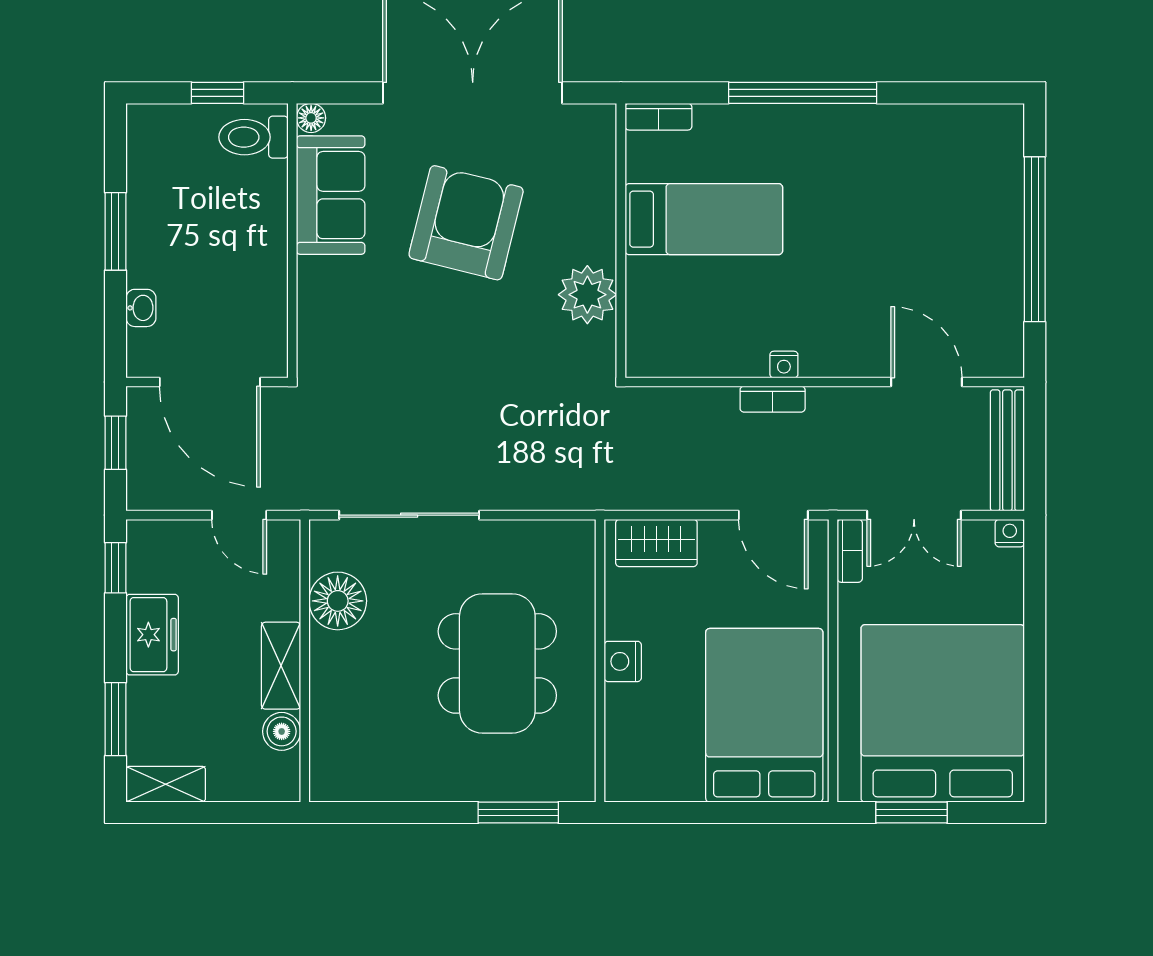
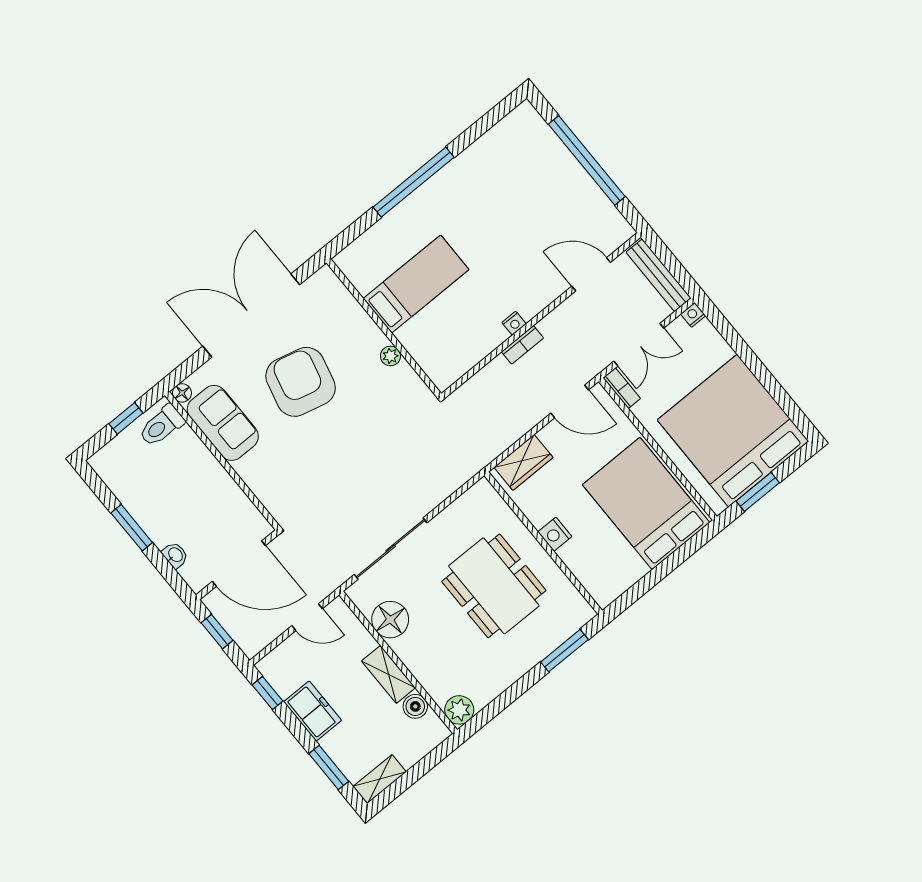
bookcase: (658, 117) -> (352, 252), removed
plant: (587, 295) -> (390, 356), width x0.53, depth x0.53
plant: (331, 780) -> (459, 710), added

